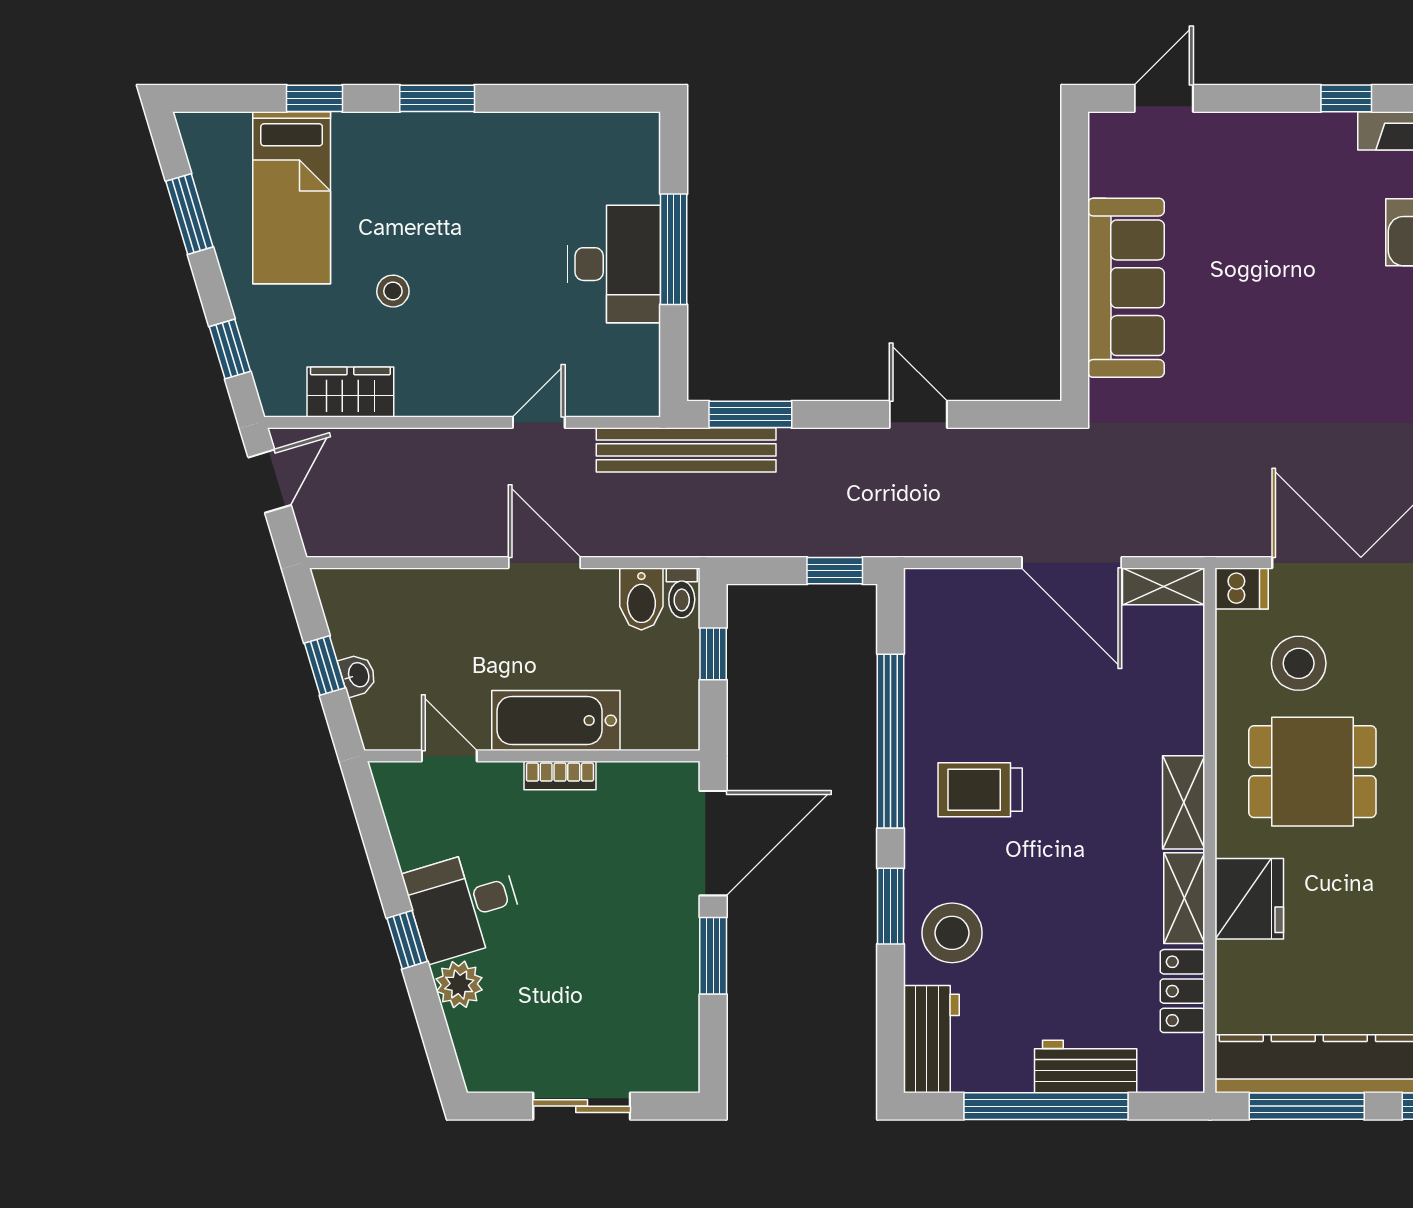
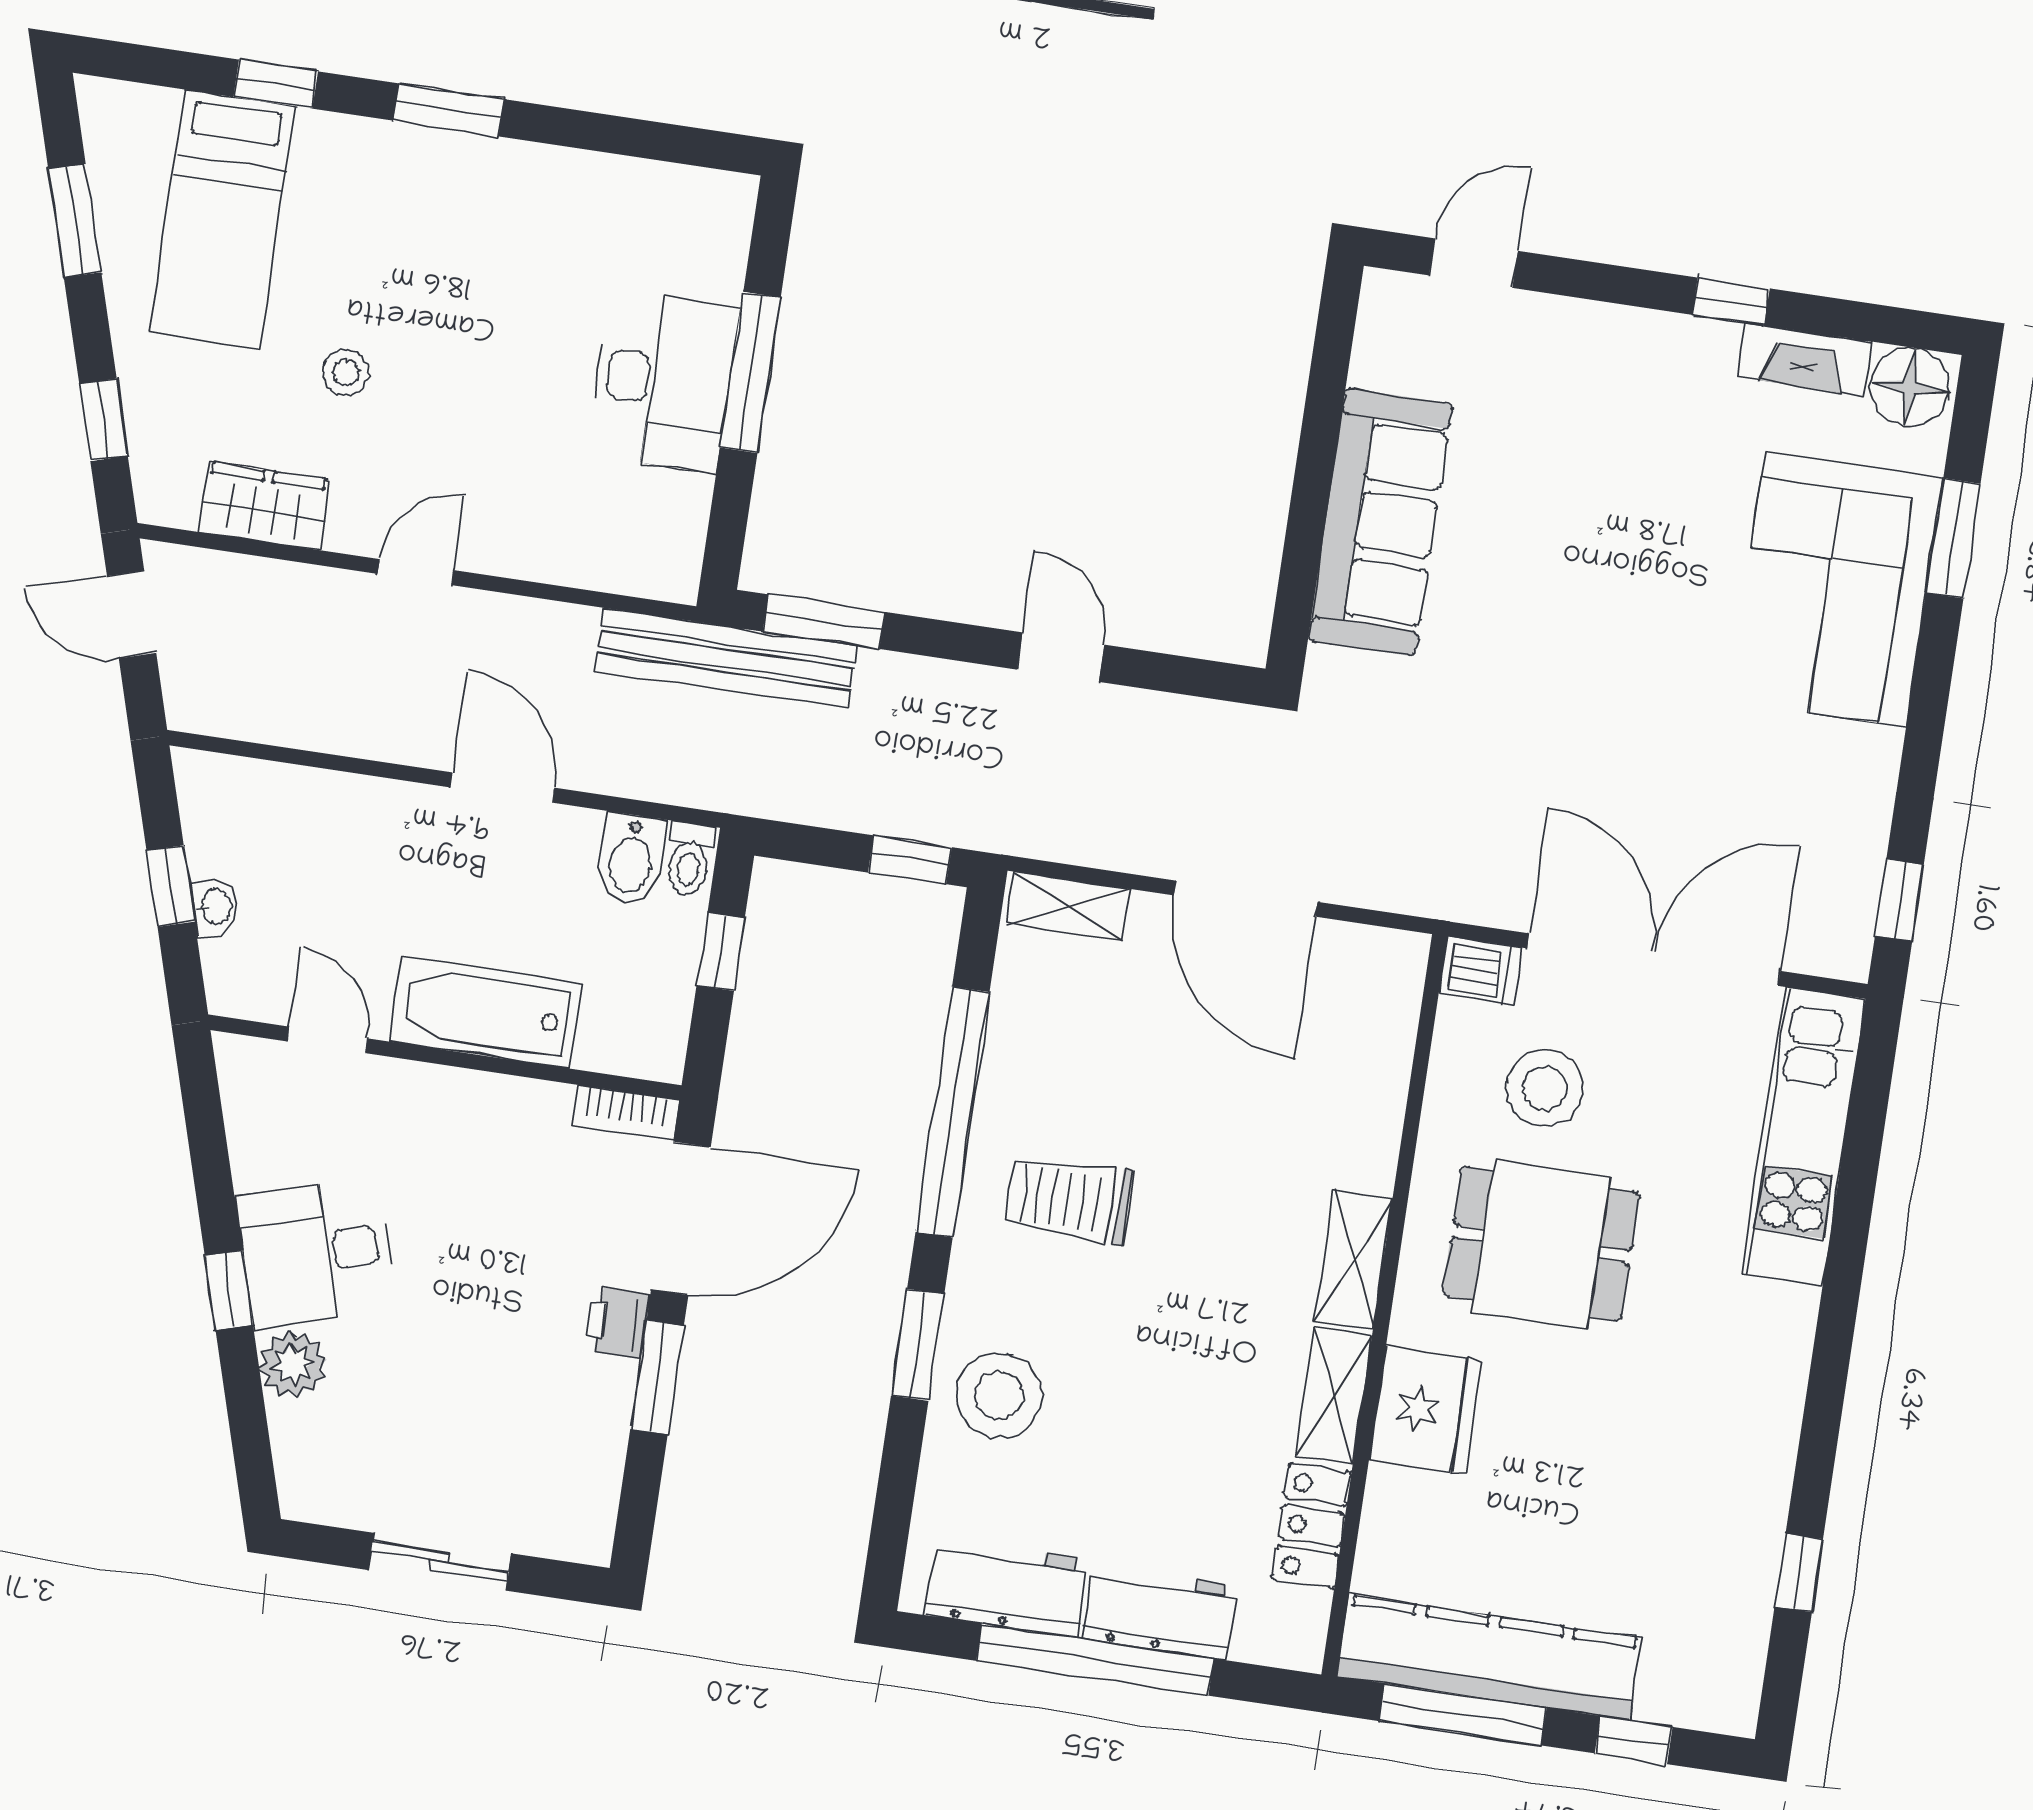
door: (539, 422) -> (416, 572), moved
door: (270, 481) -> (132, 614), swing flipped
shelving: (1164, 586) -> (1069, 906), moved
bookcase: (560, 775) -> (626, 1113), moved
printer: (679, 922) -> (616, 1322), added
workbench: (931, 1039) -> (1007, 1587), moved, turned -90

